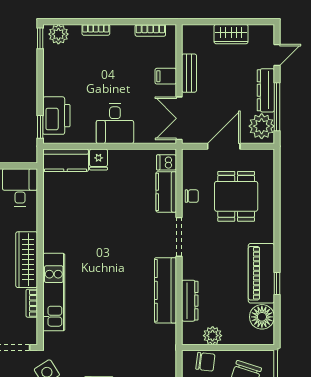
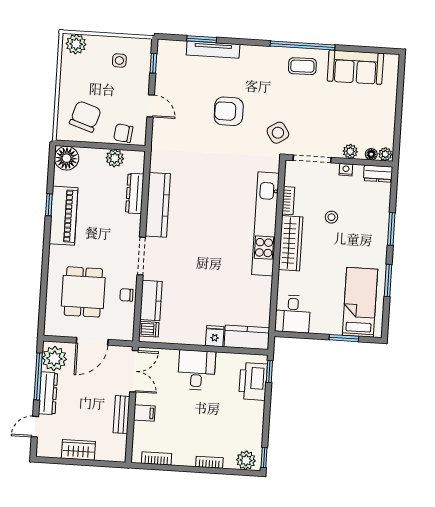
kitchen unit: (54, 292) -> (265, 224), width x1.36
floor lamp: (262, 317) -> (67, 158), moved

